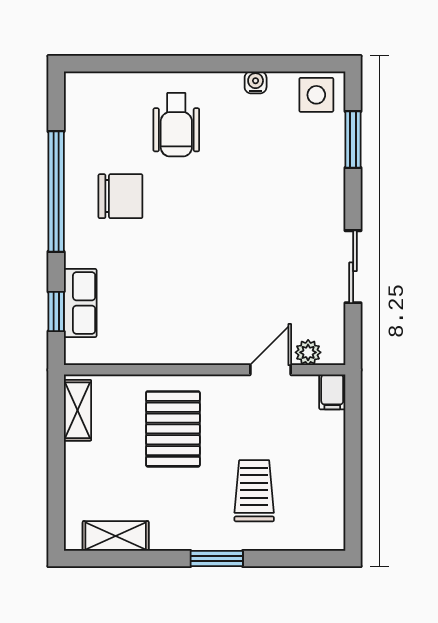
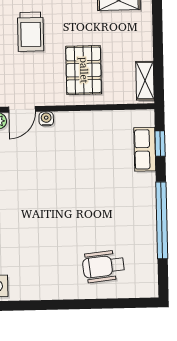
water cooler: (256, 82) -> (46, 119), moved, turned 180
wheelchair: (176, 125) -> (103, 266), moved, turned -96
chair: (120, 196) -> (121, 218), removed

